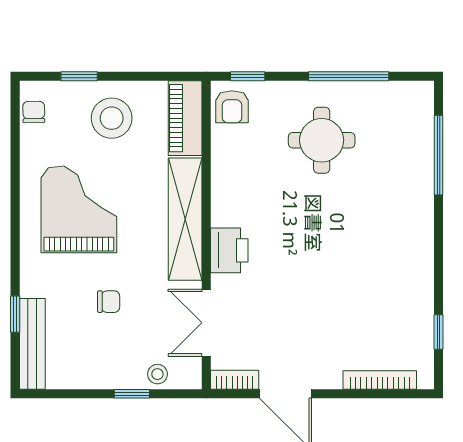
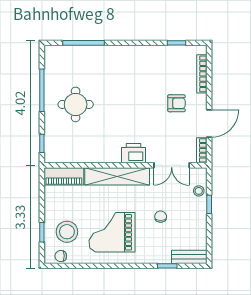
armchair: (232, 107) -> (177, 103), moved
stool: (112, 118) -> (67, 232), moved
bench: (32, 344) -> (189, 257), width x0.73

